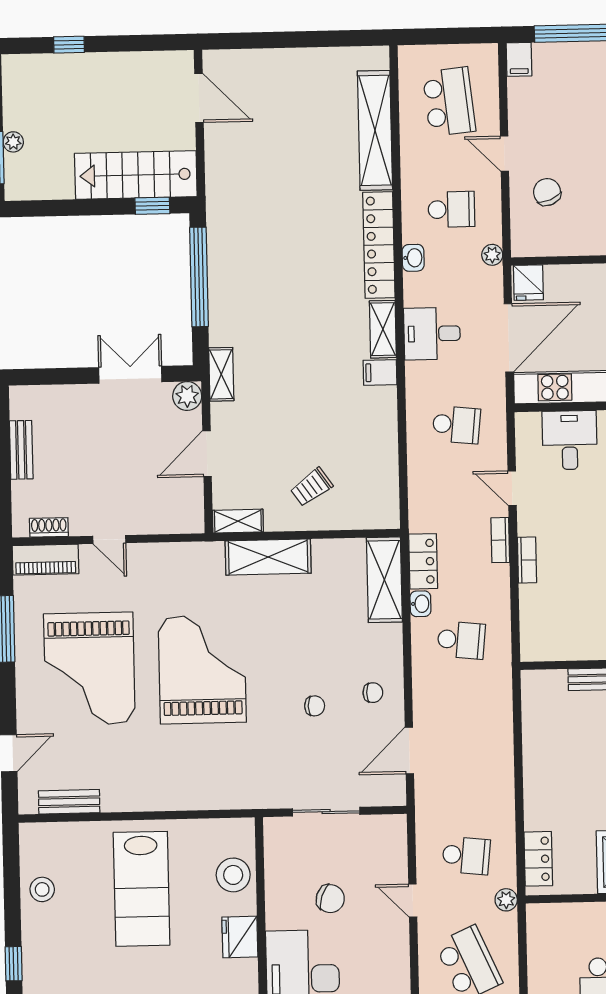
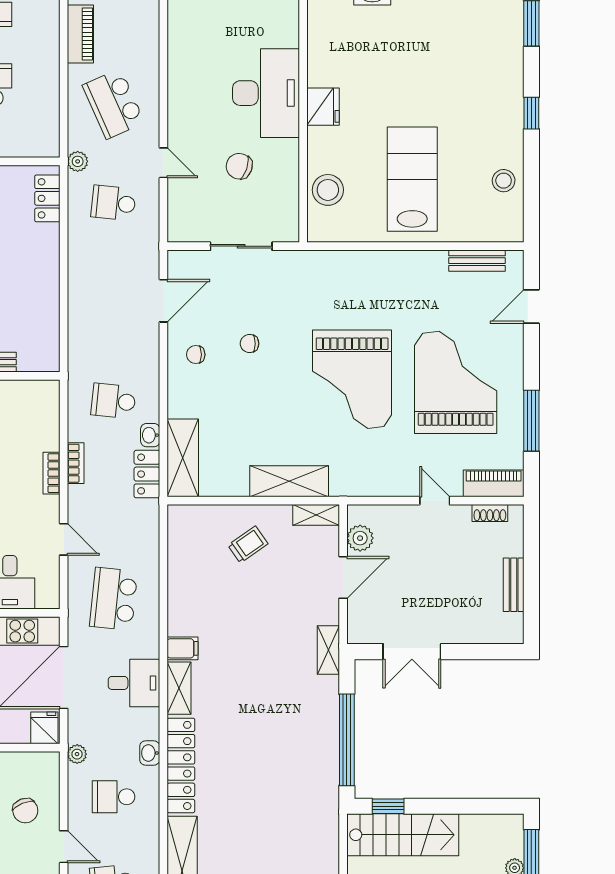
plant: (187, 396) -> (360, 538), moved
school desk: (456, 425) -> (114, 599), width x1.85
bookcase: (500, 540) -> (76, 463), moved
fridge: (240, 937) -> (323, 107), moved

